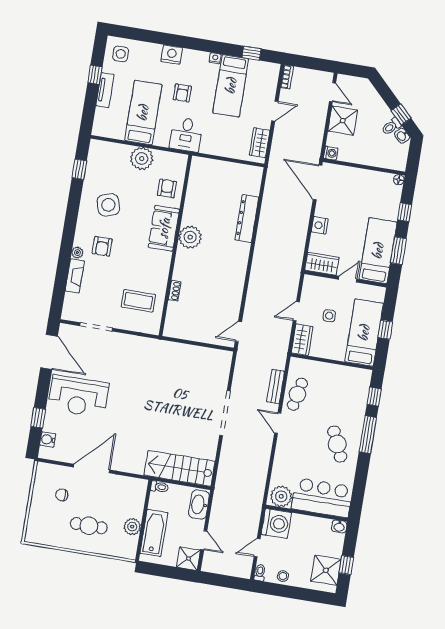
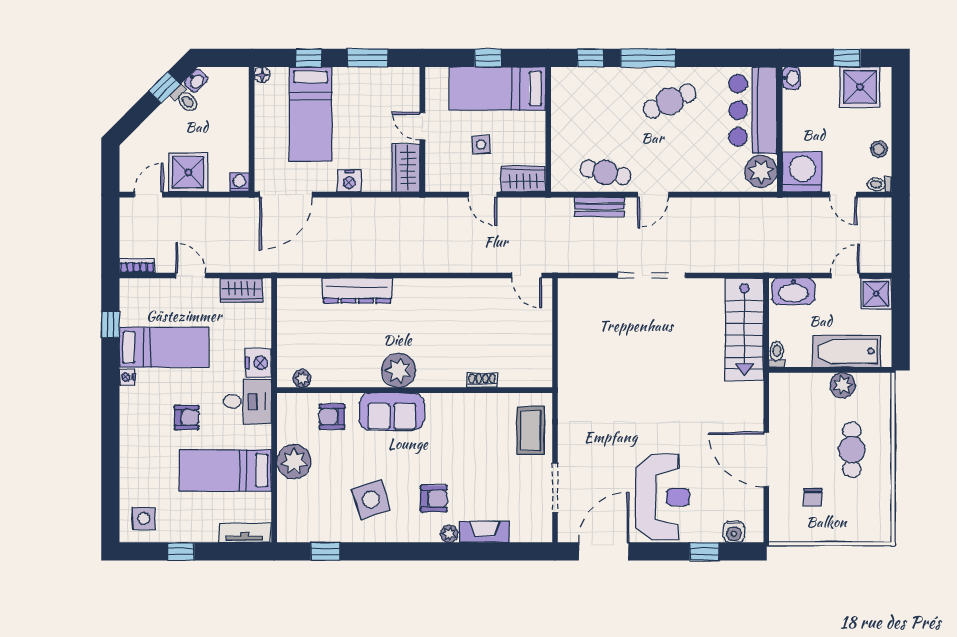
nightstand: (172, 55) -> (258, 363), moved, turned 180
tv unit: (105, 90) -> (245, 533), moved
plant: (195, 173) -> (302, 378), added
bed: (378, 251) -> (311, 114), moved, turned -90
coffee table: (138, 301) -> (531, 430), moved

